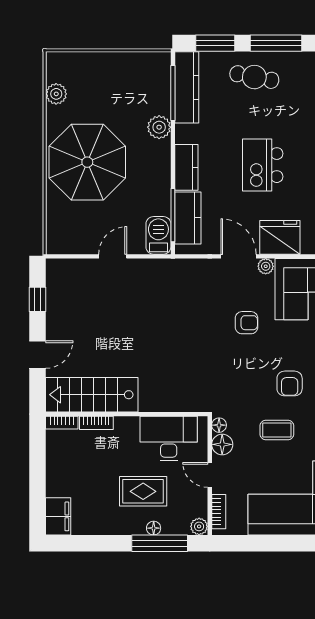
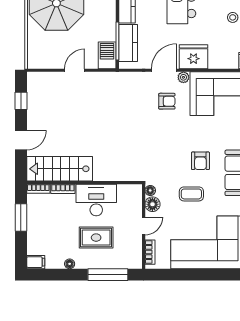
door: (239, 256) -> (164, 70), hinge flipped
armchair: (247, 323) -> (167, 101), moved
desk: (169, 439) -> (96, 200), moved
window: (38, 463) -> (21, 217), added
door: (210, 475) -> (144, 226), swing flipped
filing cabinet: (58, 516) -> (36, 262), width x0.50
plant: (199, 526) -> (136, 263), removed
floor lamp: (154, 528) -> (70, 264), moved

